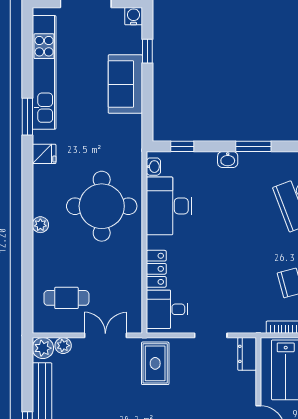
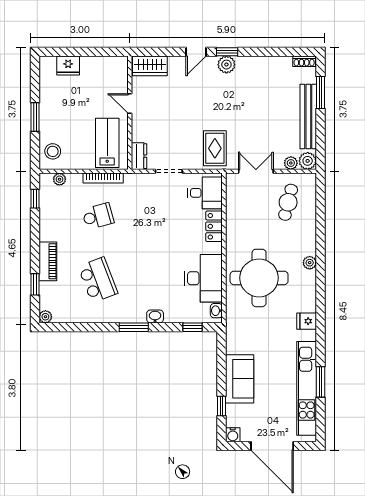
window: (27, 117) -> (320, 382), moved
cafe table: (66, 298) -> (288, 202), turned -76
double door: (105, 335) -> (256, 171), swing flipped

